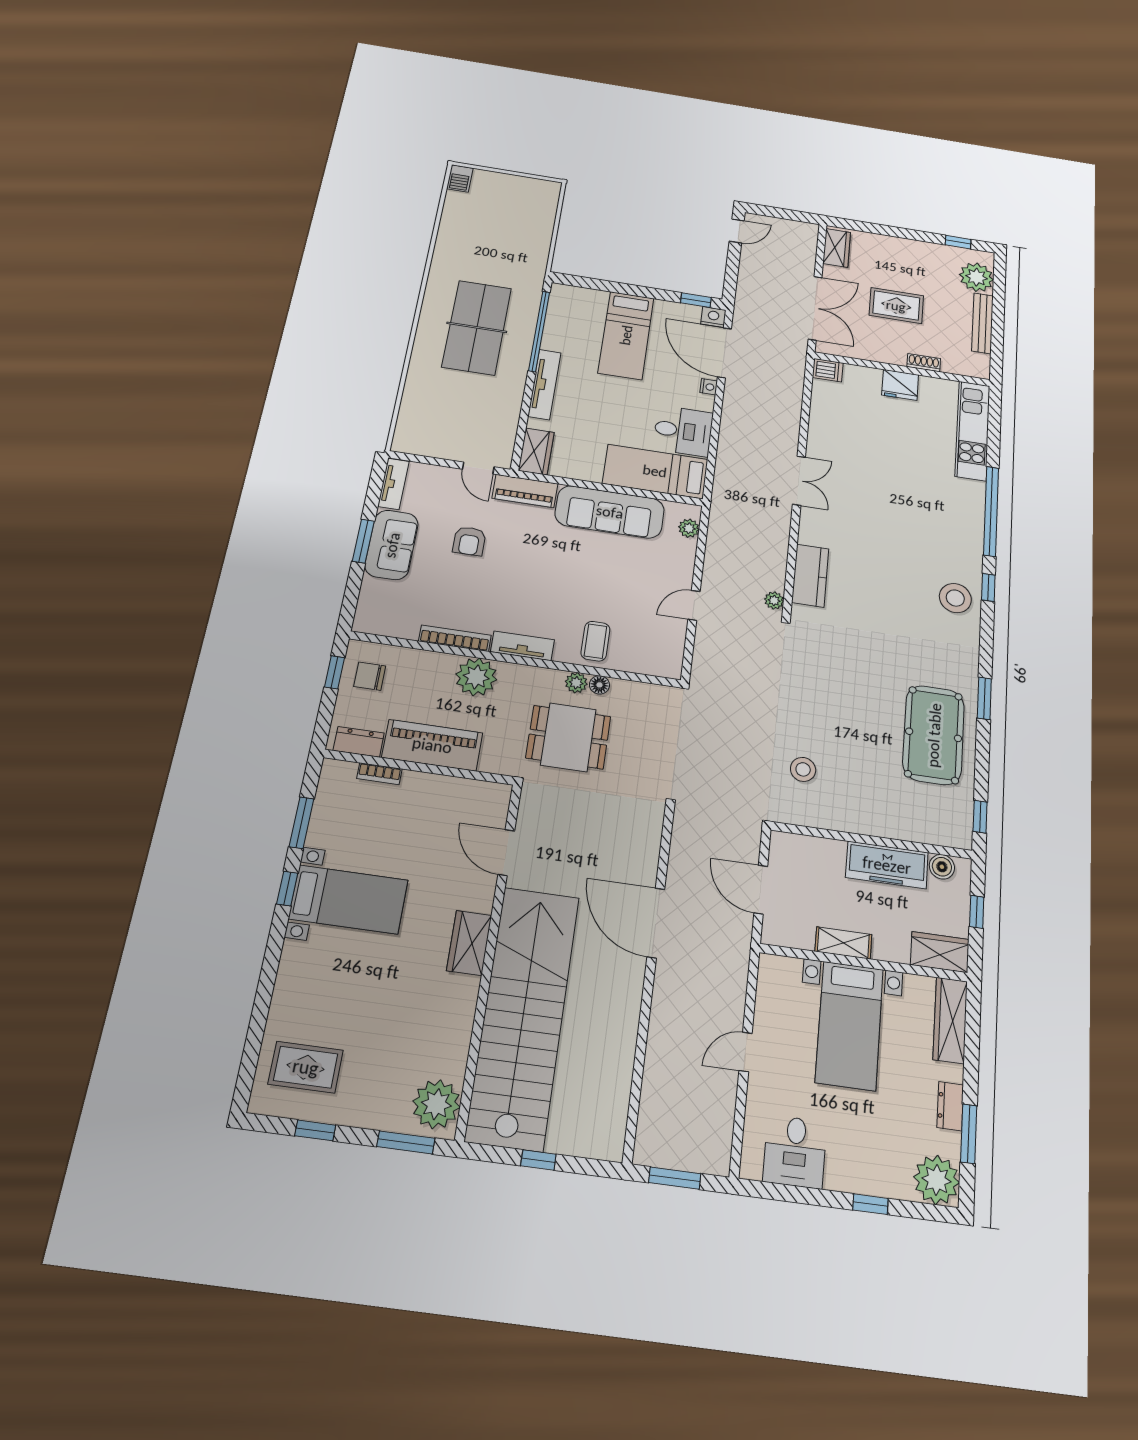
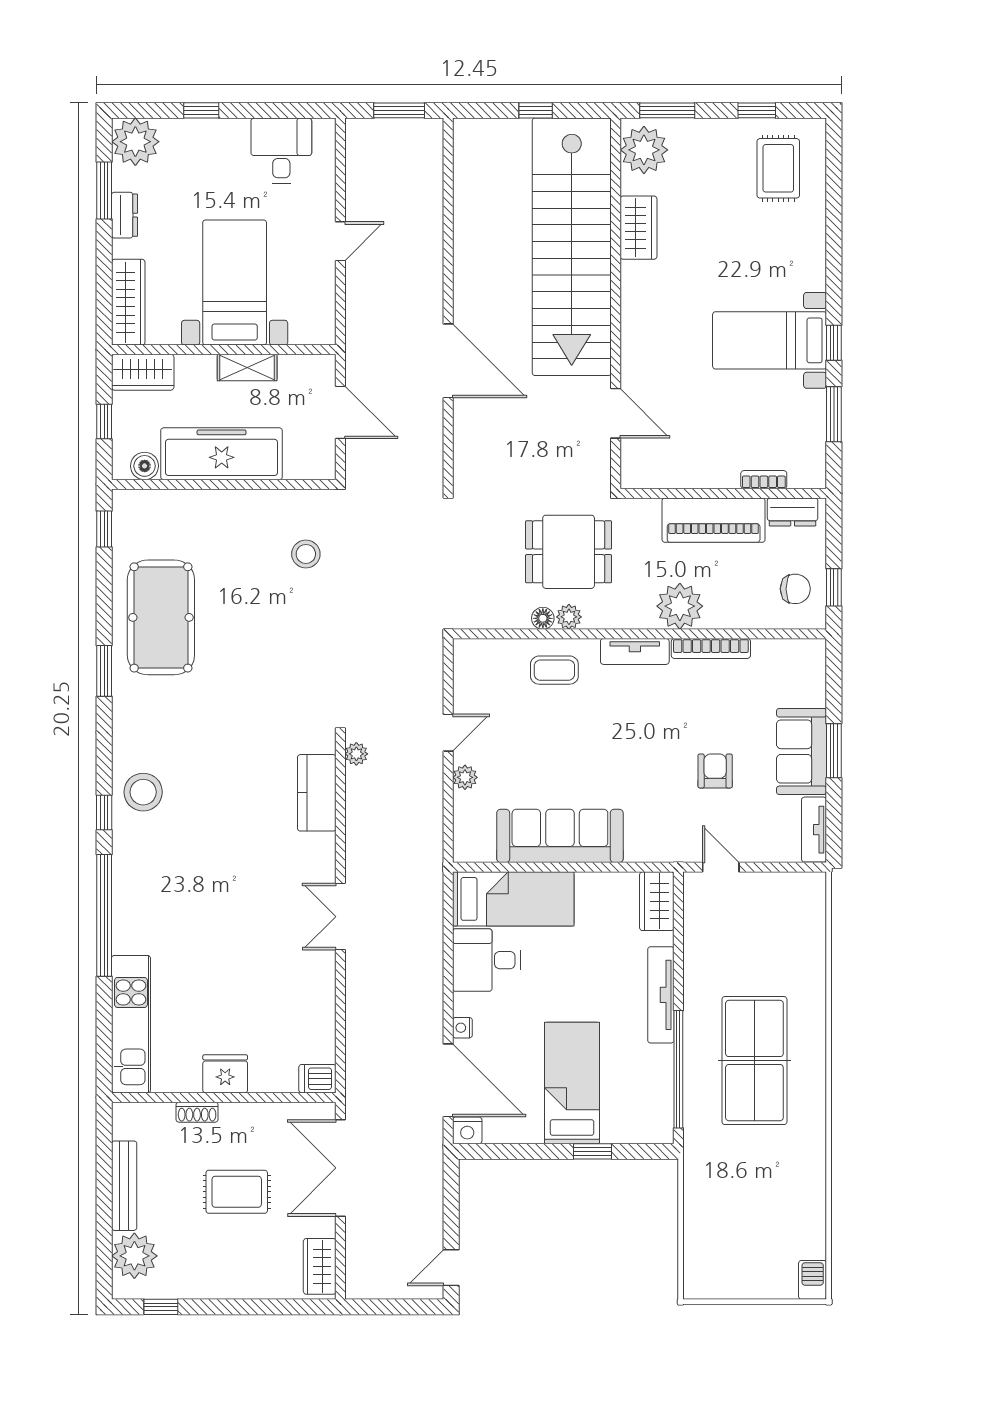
window: (696, 300) -> (592, 1151), moved
piano: (525, 491) -> (662, 846), removed
plant: (689, 528) -> (465, 777), moved
coffee table: (595, 641) -> (554, 670), turned 90
freezer: (887, 865) -> (222, 454), width x1.36, depth x1.26
wardrobe: (469, 943) -> (638, 228), moved
rug: (306, 1067) -> (778, 168), turned 90

